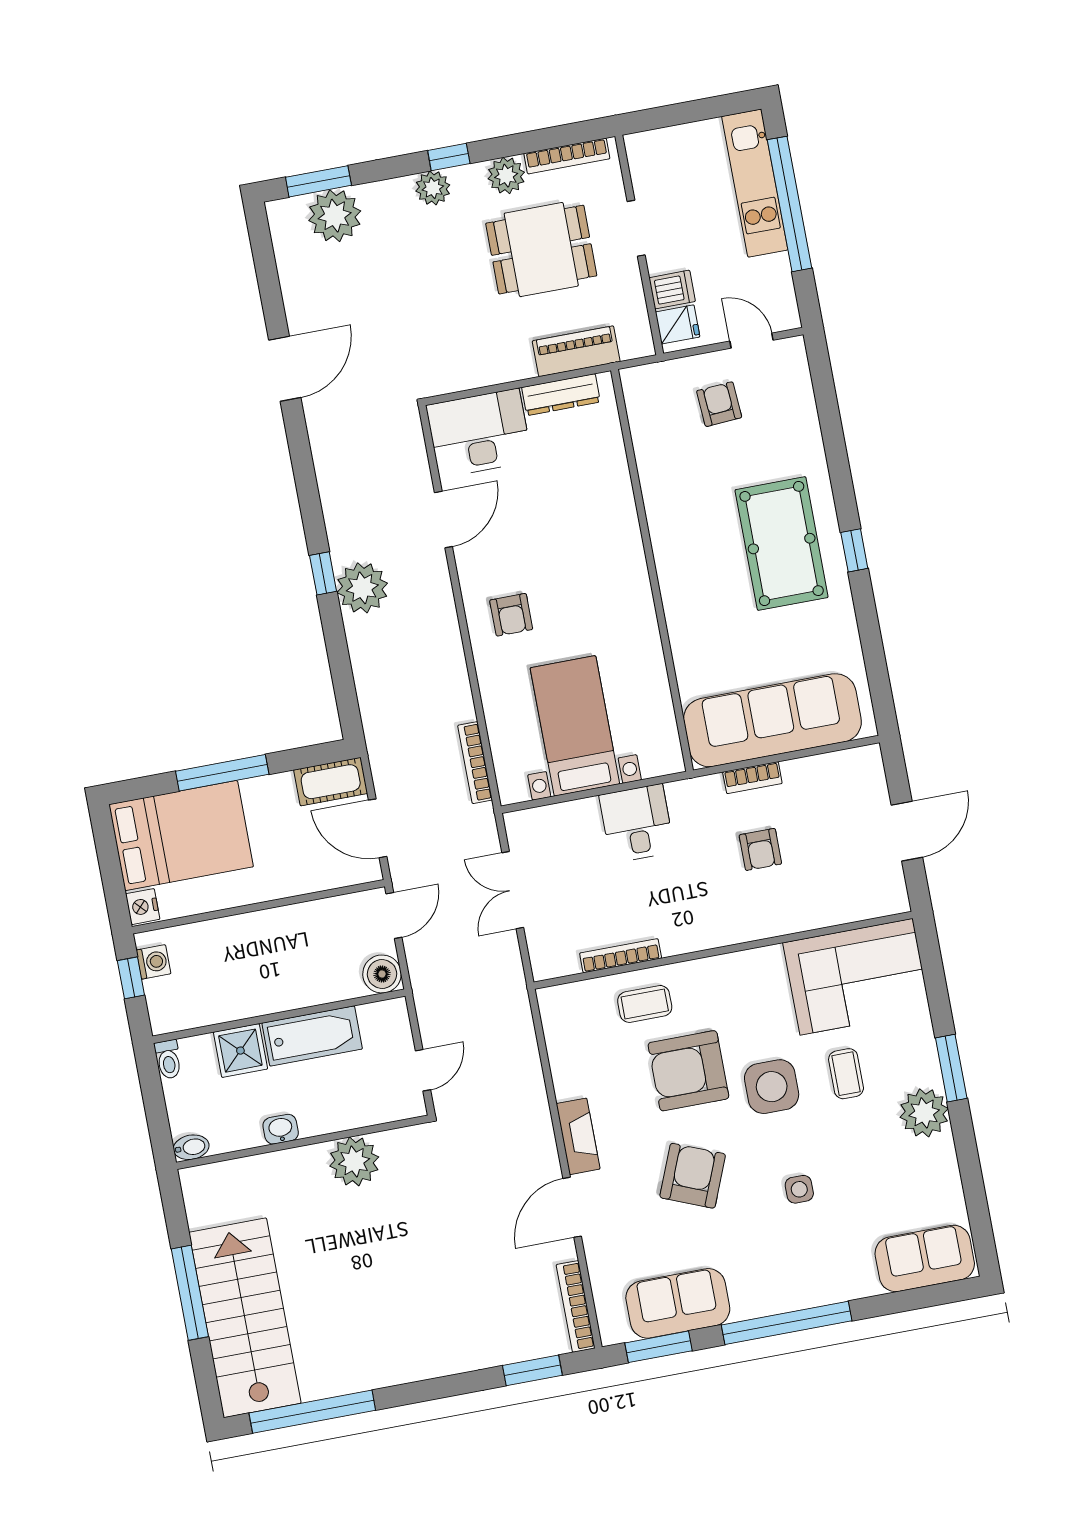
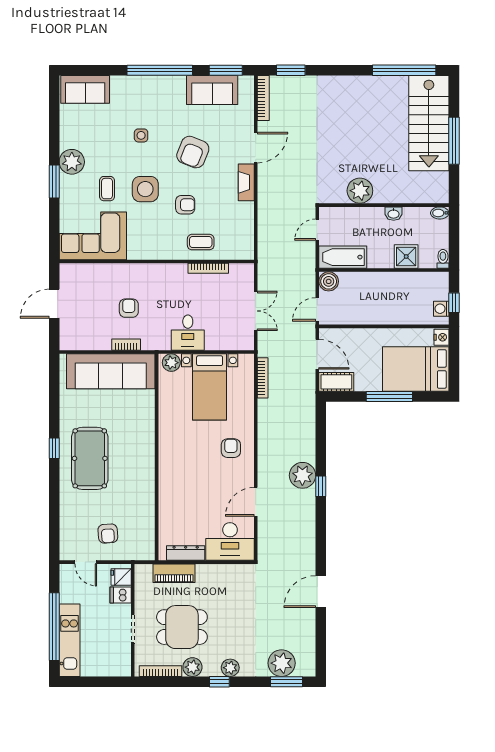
plant: (658, 759) -> (171, 363), added
bathtub: (312, 1036) -> (343, 257), moved
armchair: (688, 1071) -> (185, 205), width x0.53, depth x0.53

